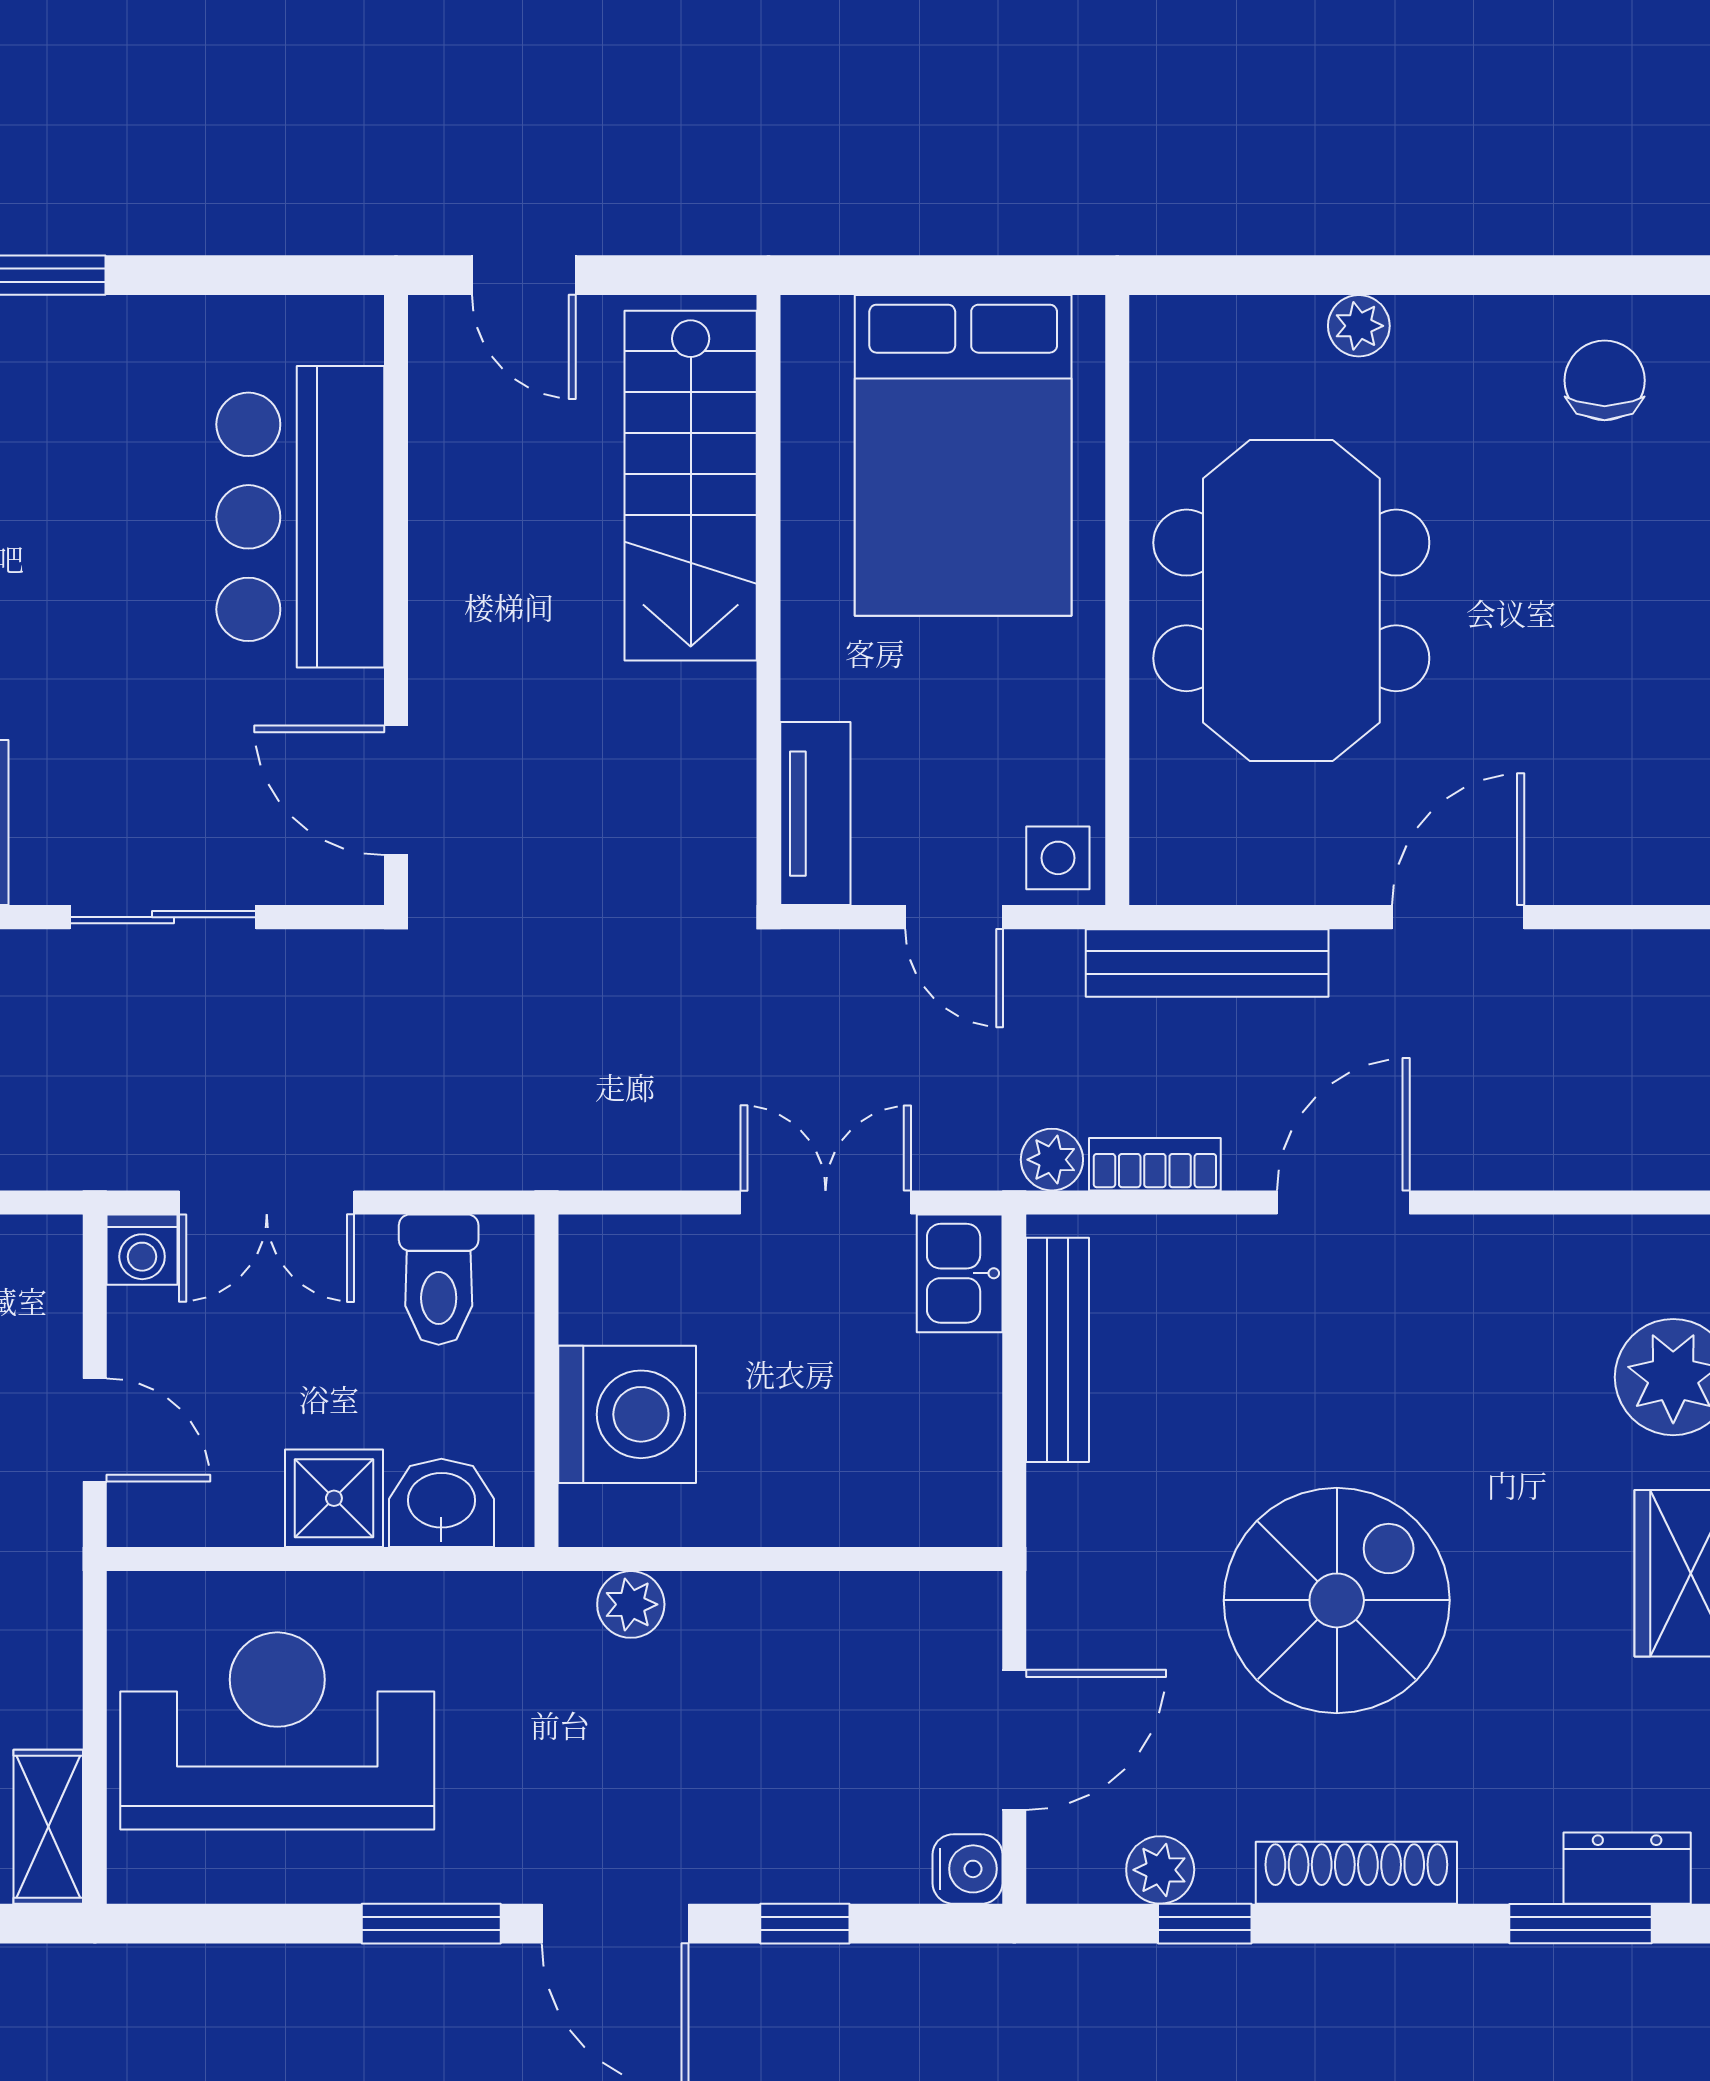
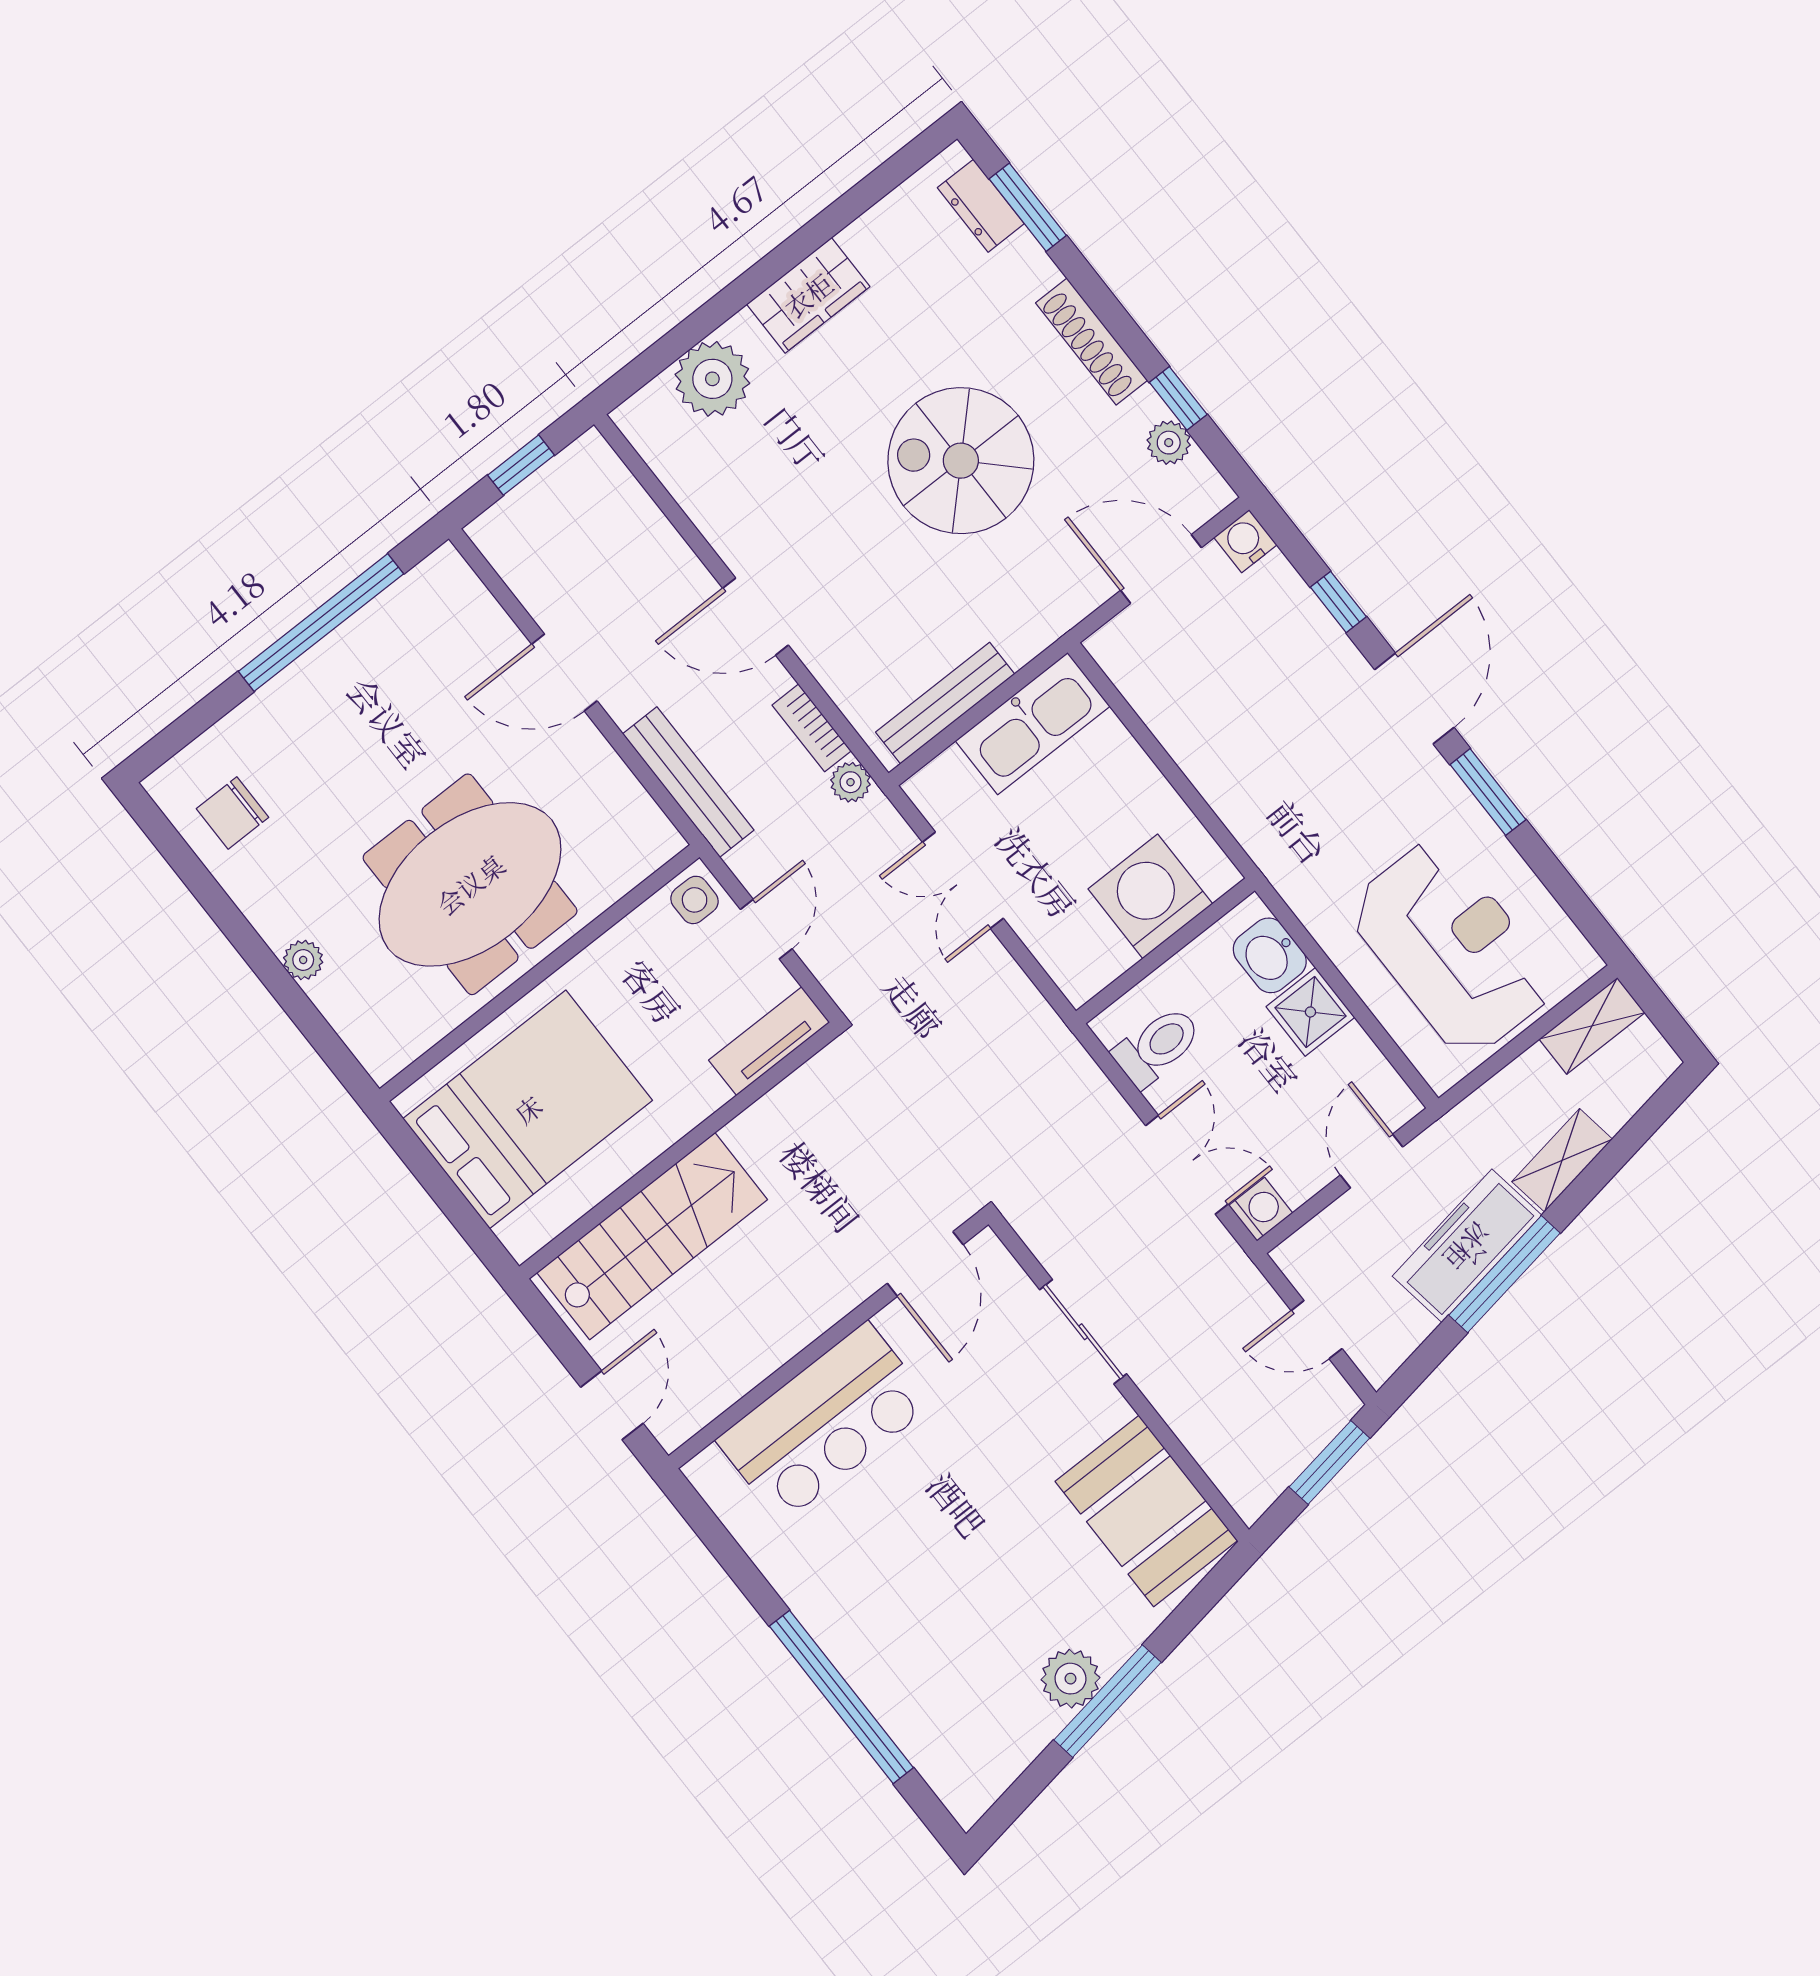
kitchen sink: (960, 1273) -> (1033, 724), moved, width x1.88, depth x1.24
plant: (631, 1604) -> (1246, 818), removed
reception desk: (277, 1731) -> (1452, 948), turned 180

